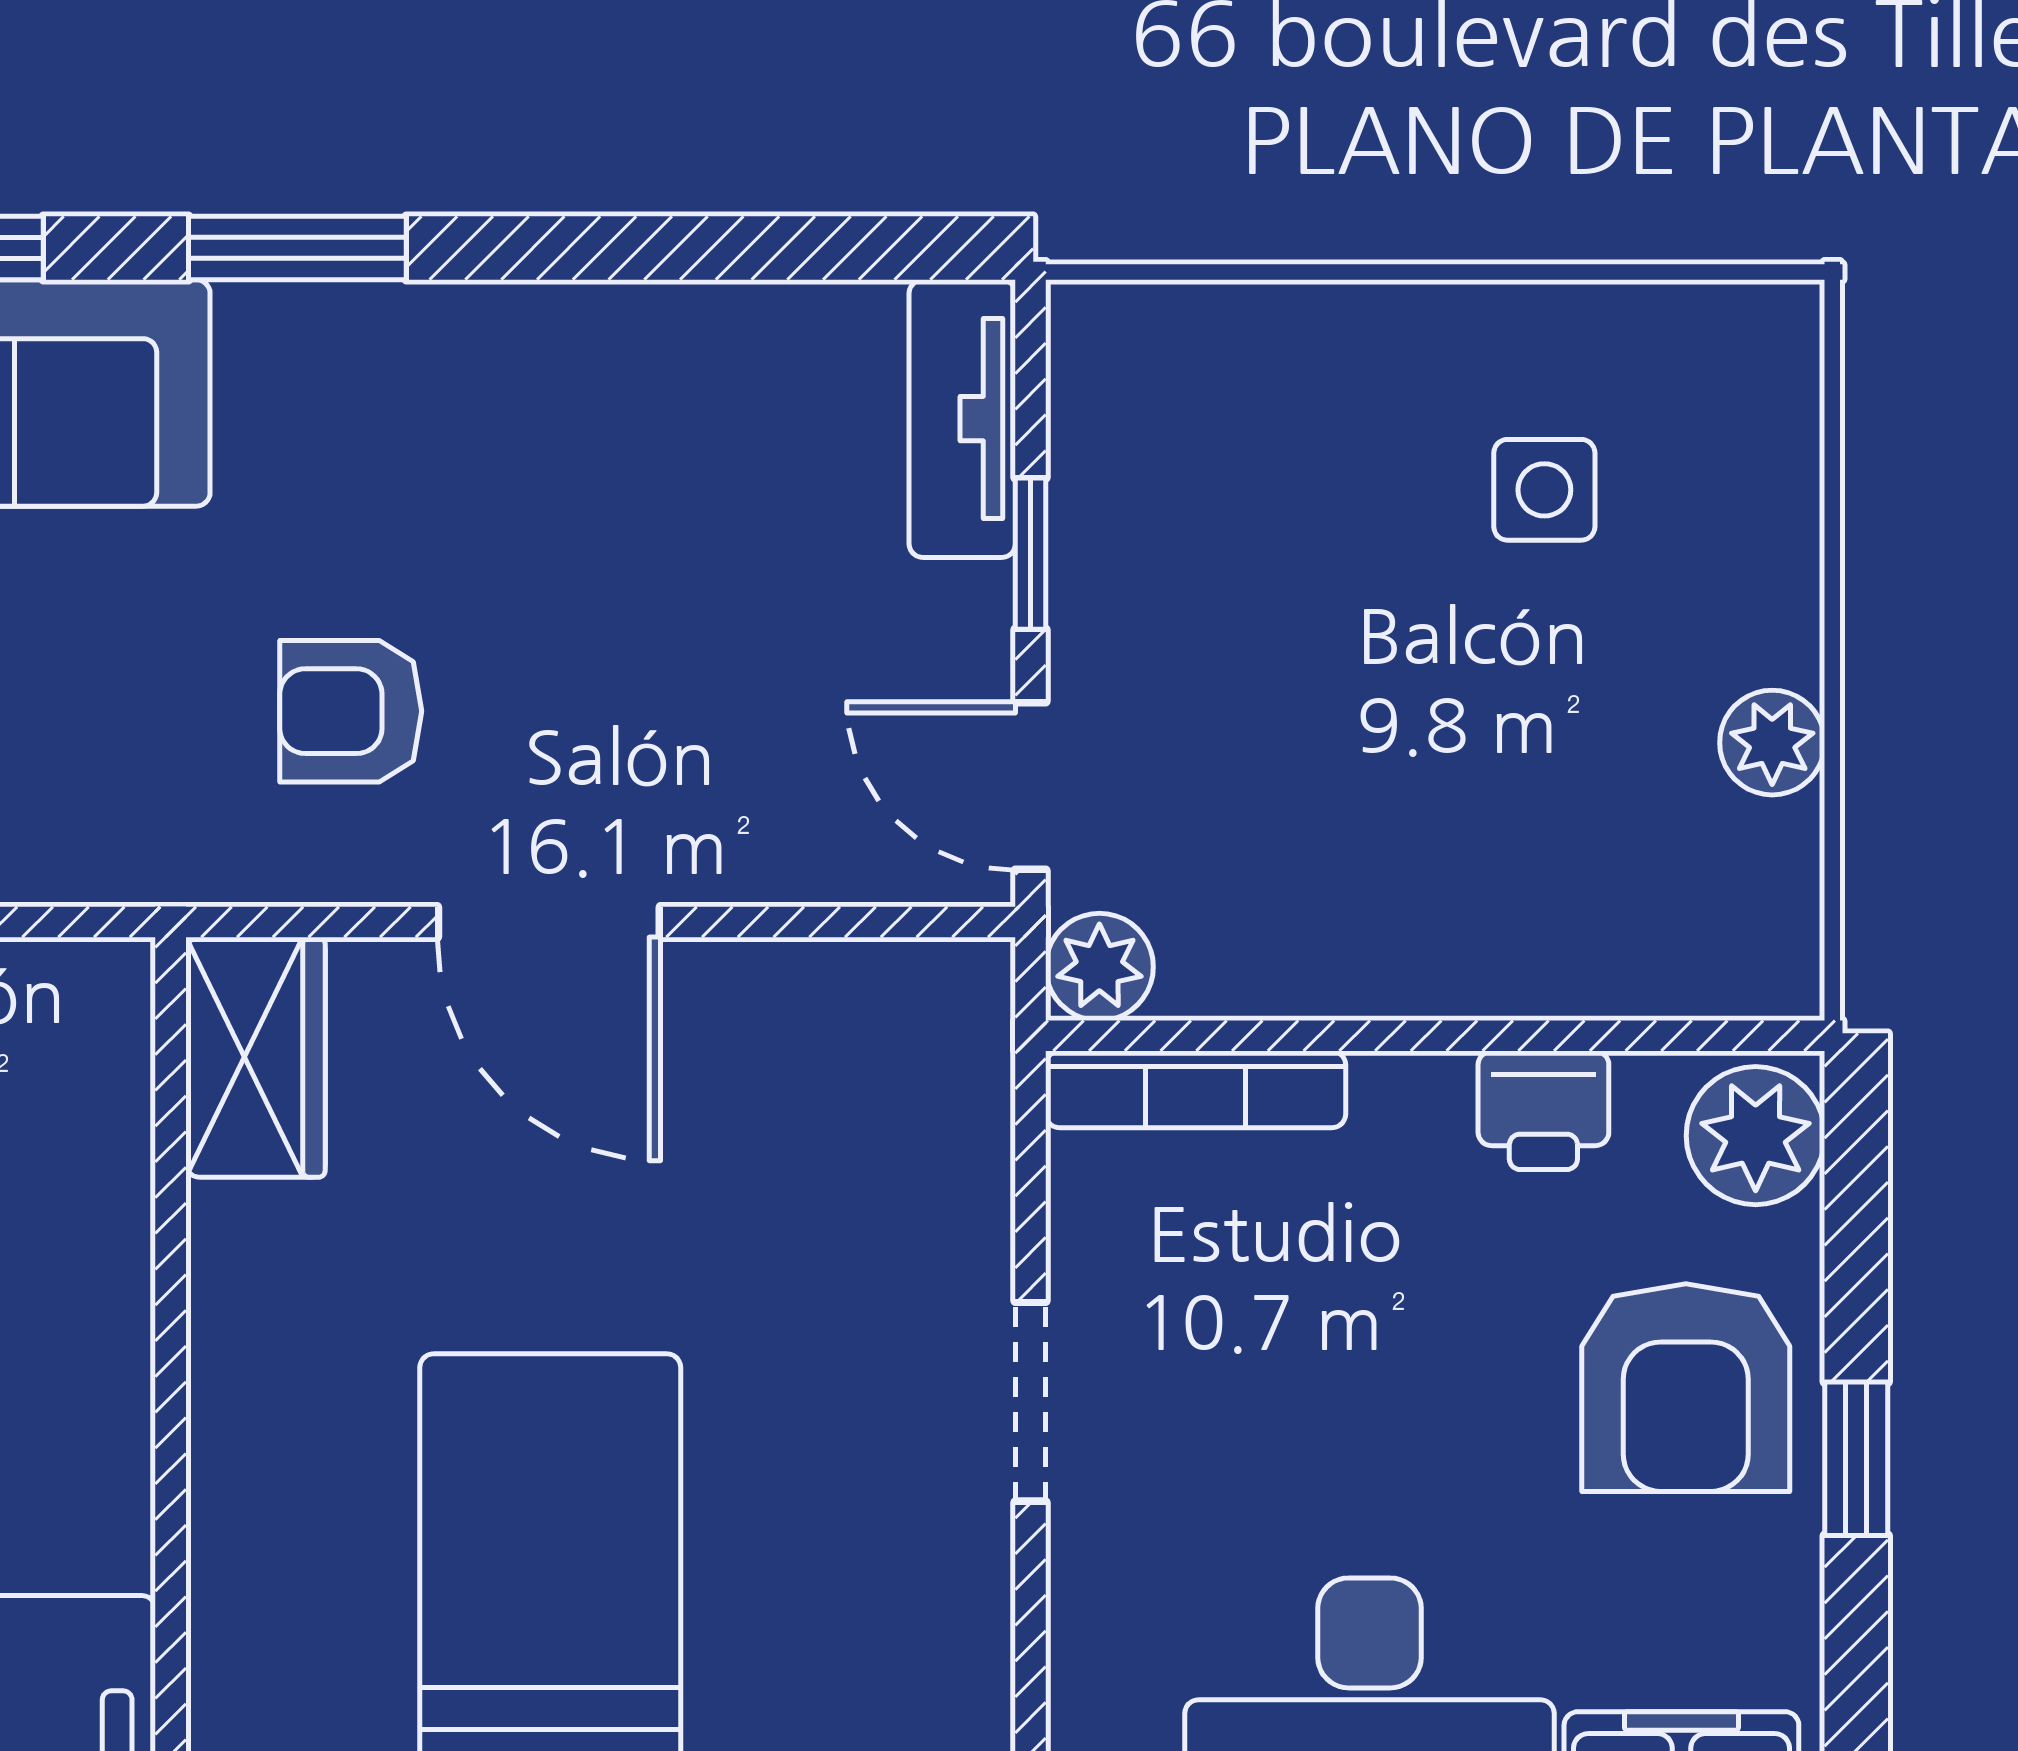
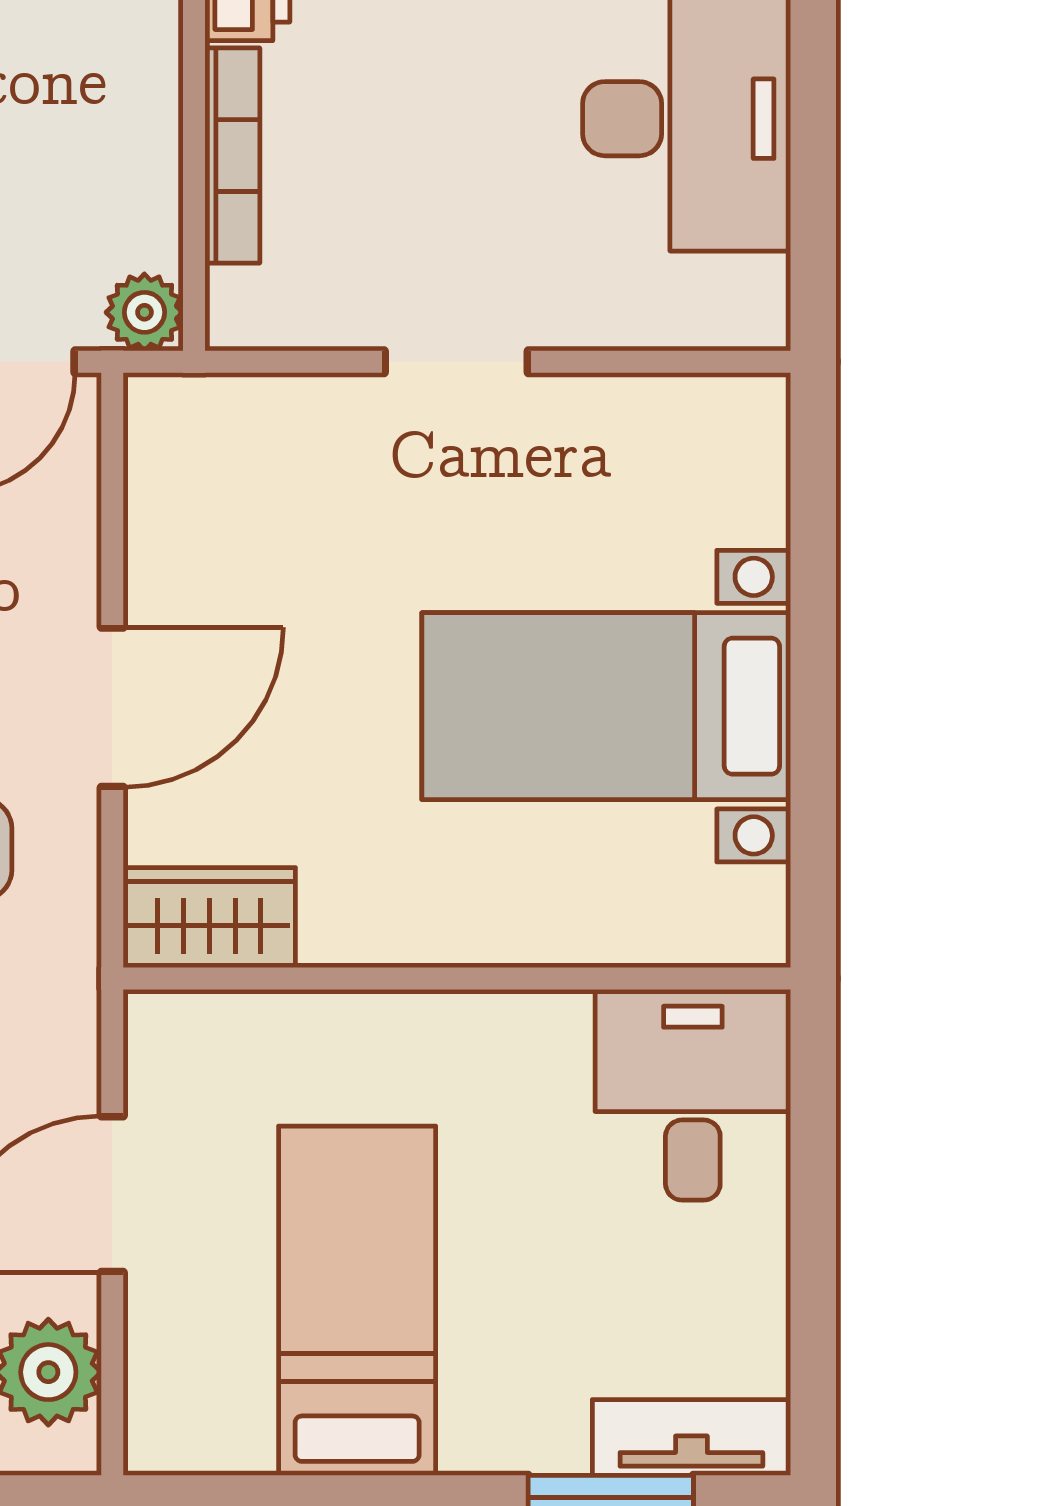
bookcase: (1196, 1089) -> (232, 156), moved

